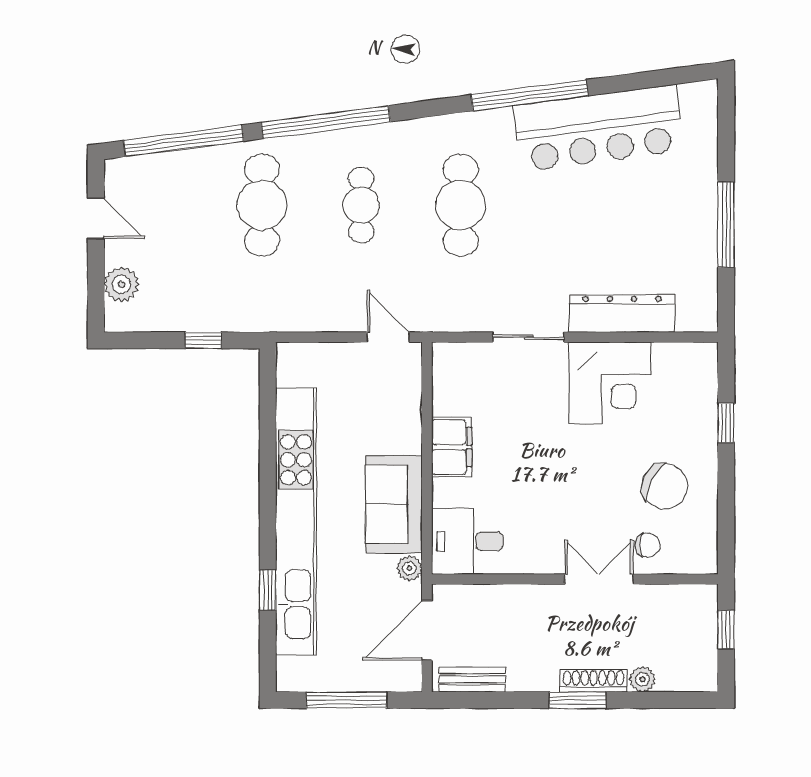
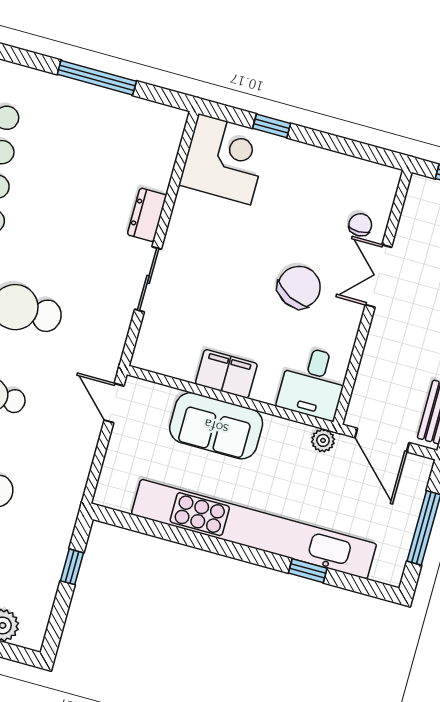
dresser: (622, 314) -> (147, 215), width x0.51, depth x0.80
door: (388, 337) -> (114, 403), hinge flipped
corner desk: (610, 383) -> (224, 159), moved
chair: (665, 486) -> (299, 287), moved
sofa: (394, 504) -> (216, 426), moved

